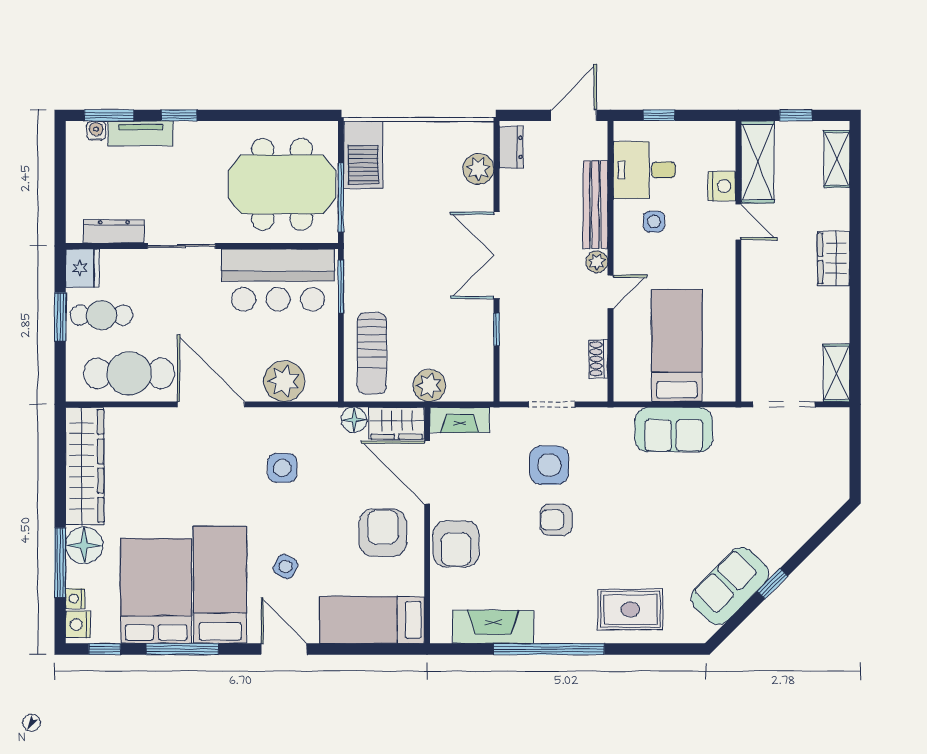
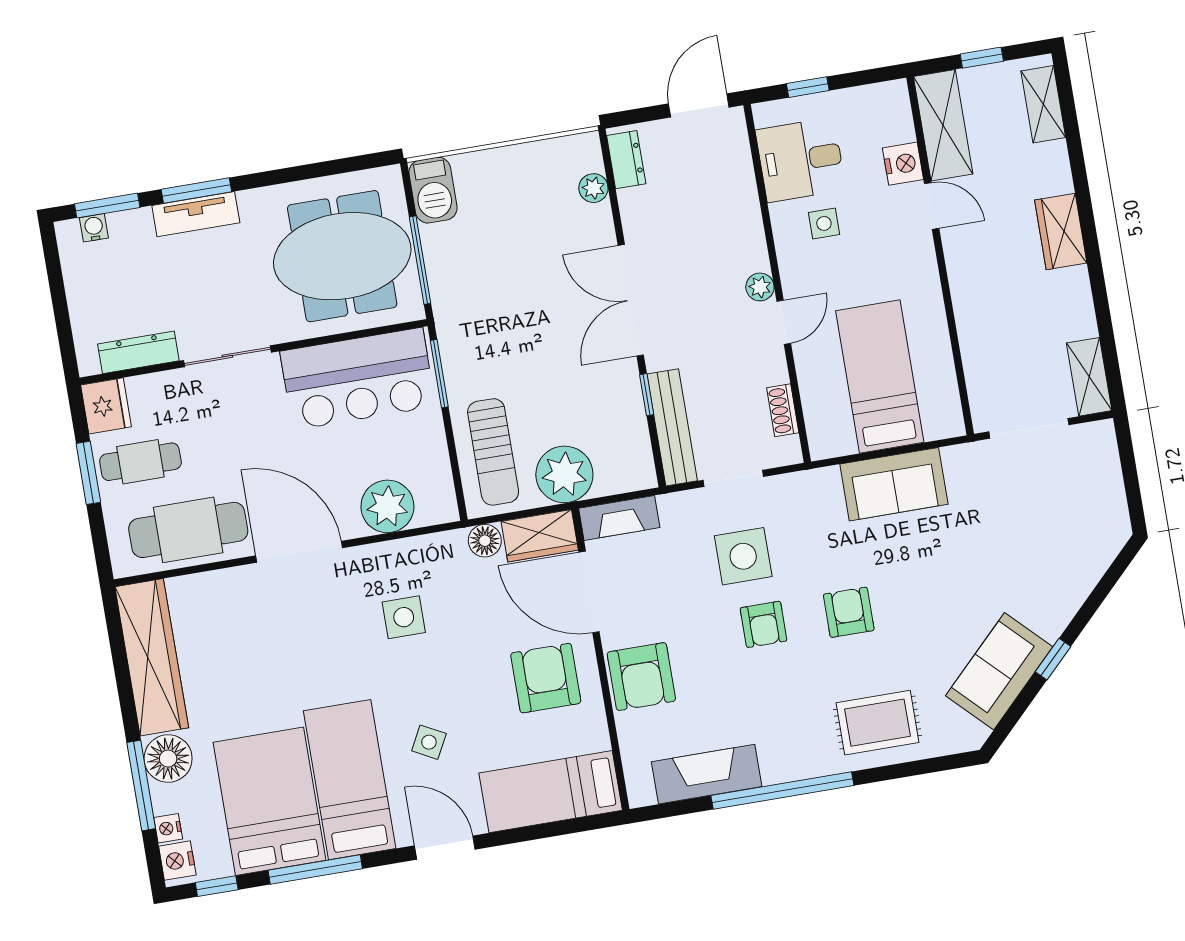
window: (179, 115) -> (196, 190), width x1.50
tv unit: (140, 133) -> (196, 214), moved
barbecue: (363, 155) -> (433, 190), width x0.73, depth x0.83
plant: (478, 169) -> (593, 188), width x0.73, depth x0.73
bench: (595, 205) -> (672, 427), moved
plant: (429, 385) -> (564, 474), width x1.36, depth x1.36
armchair: (556, 520) -> (764, 624), turned -90
armchair: (623, 522) -> (849, 612), added

